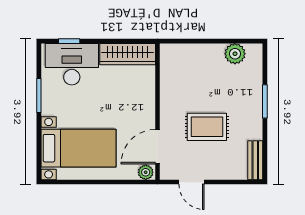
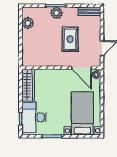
plant: (252, 103) -> (57, 13), added

